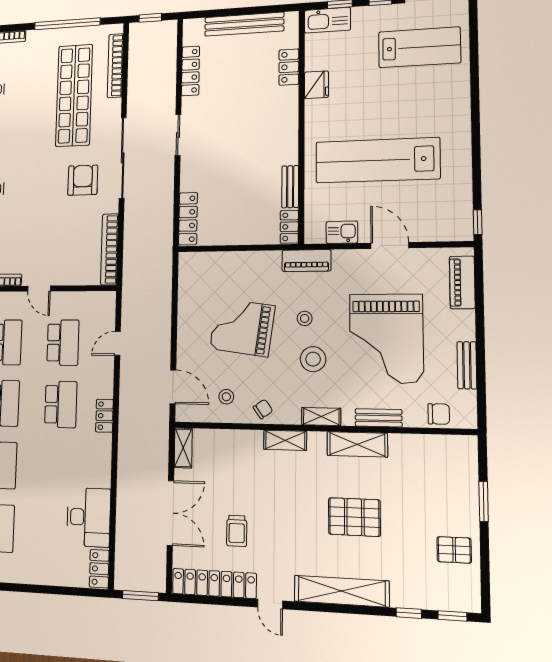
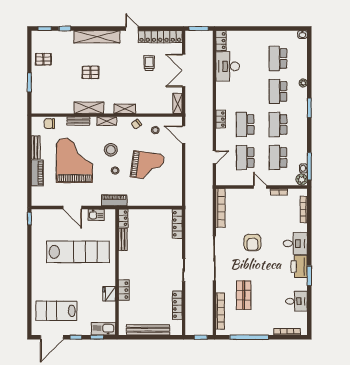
locker: (289, 67) -> (124, 290), moved
shop shelf: (74, 95) -> (244, 295), width x0.50, depth x0.74
armchair: (83, 180) -> (252, 242), moved
piano: (462, 282) -> (37, 173), moved
pallet: (354, 517) -> (90, 72), width x0.67, depth x0.71

